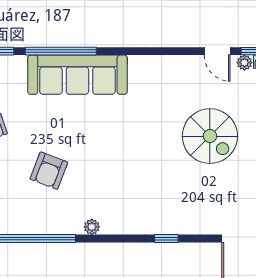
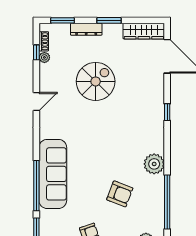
door: (217, 51) -> (36, 101), moved
plant: (92, 227) -> (154, 164), width x1.88, depth x1.88

